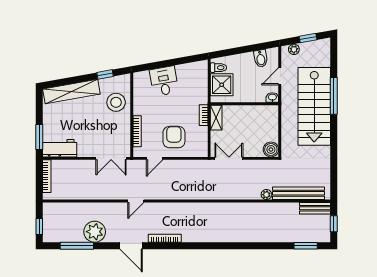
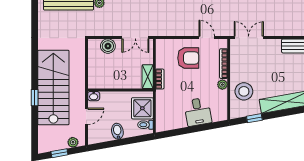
bidet: (261, 59) -> (117, 131), moved
window: (334, 96) -> (35, 98), width x0.46
plant: (138, 109) -> (222, 85), added
armchair: (174, 137) -> (188, 58), turned -90
boiler: (271, 149) -> (108, 46), moved
door: (155, 158) -> (207, 38), hinge flipped

